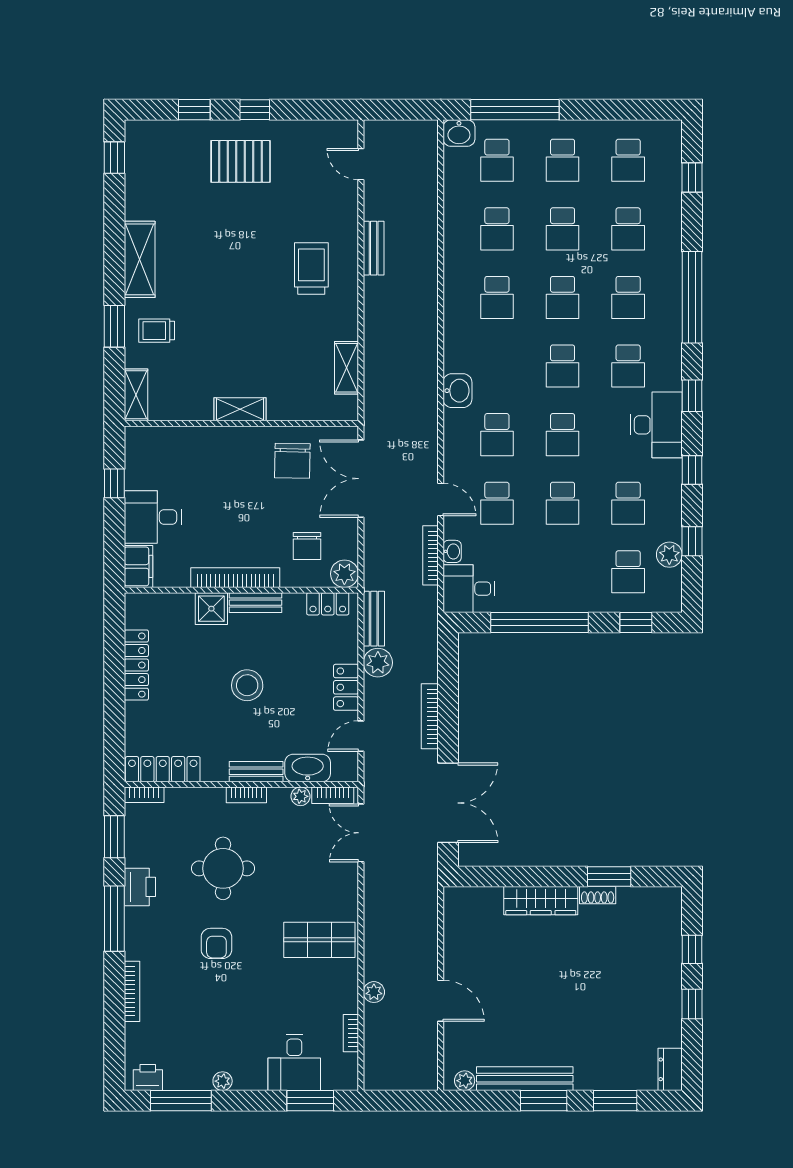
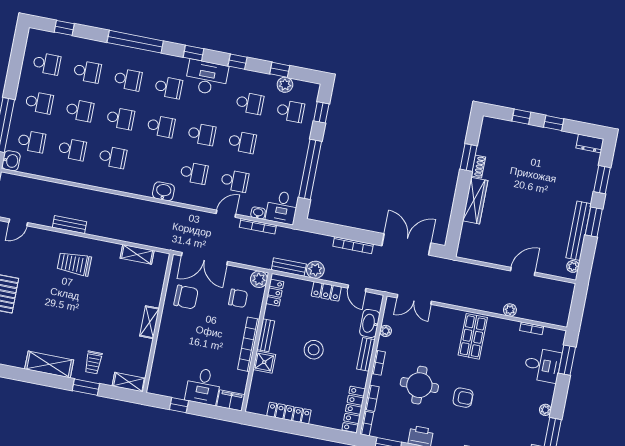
bookcase: (333, 795) -> (372, 398), moved

